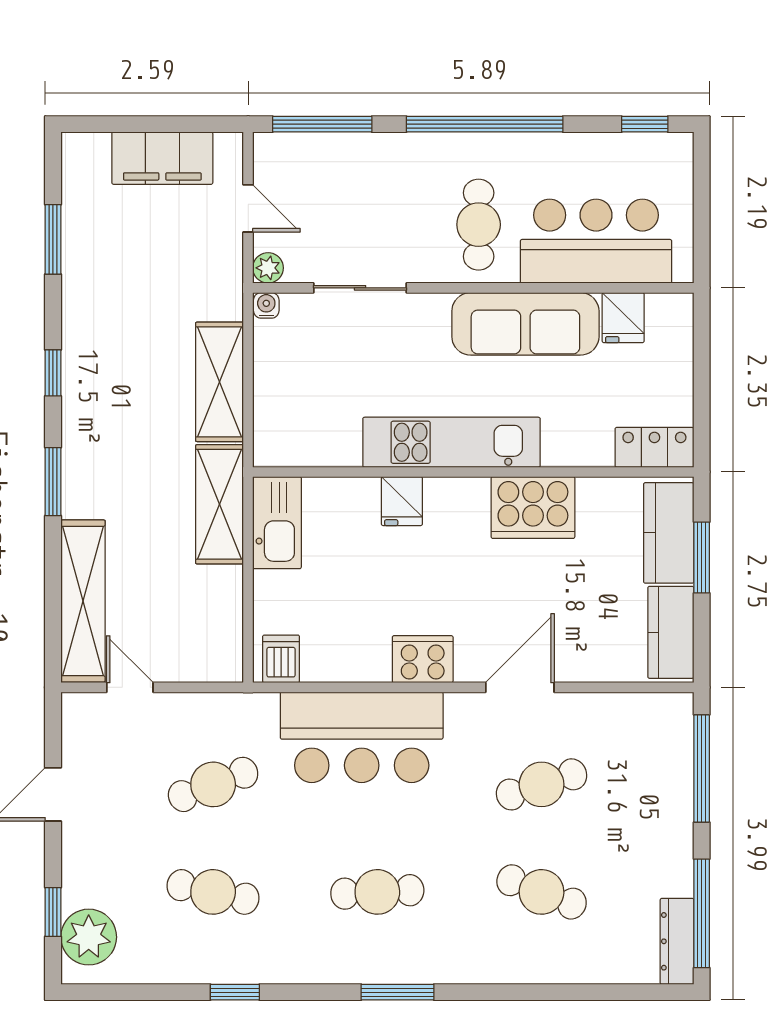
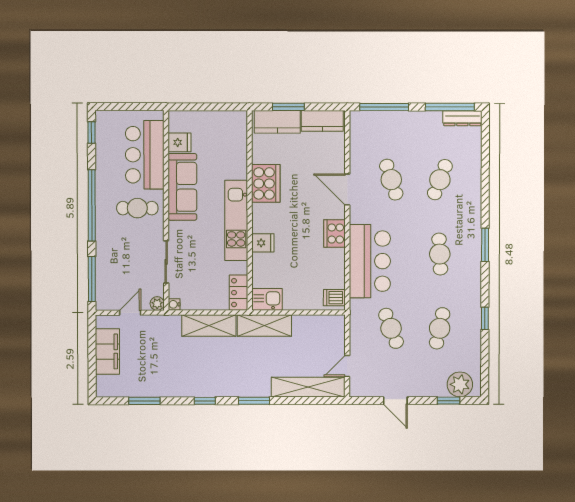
locker: (654, 447) -> (238, 293), moved
kitchen sink: (277, 523) -> (267, 299), width x0.73

